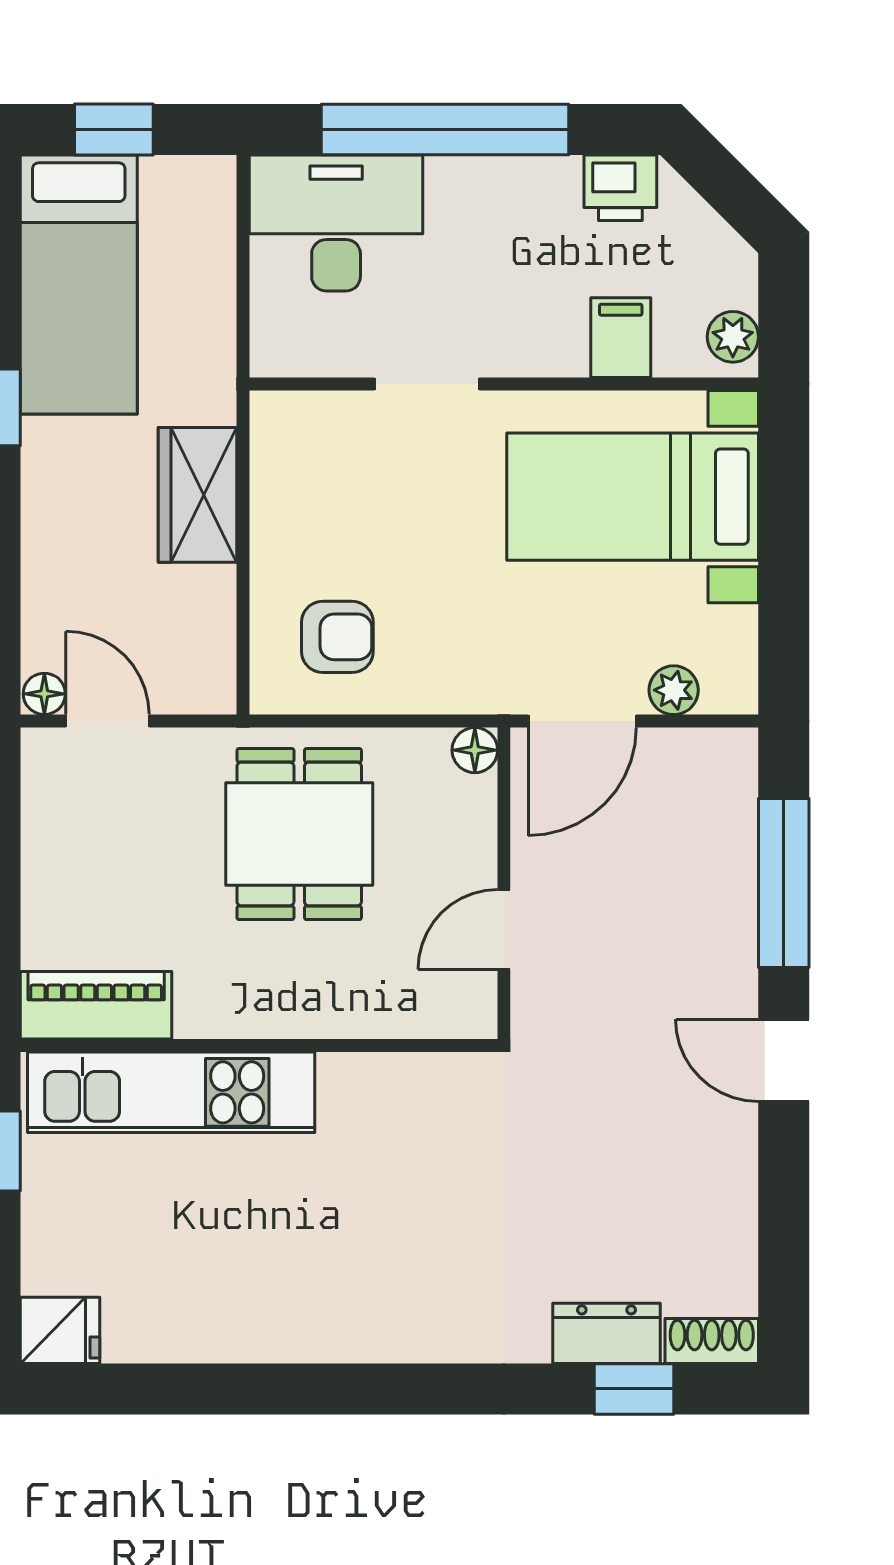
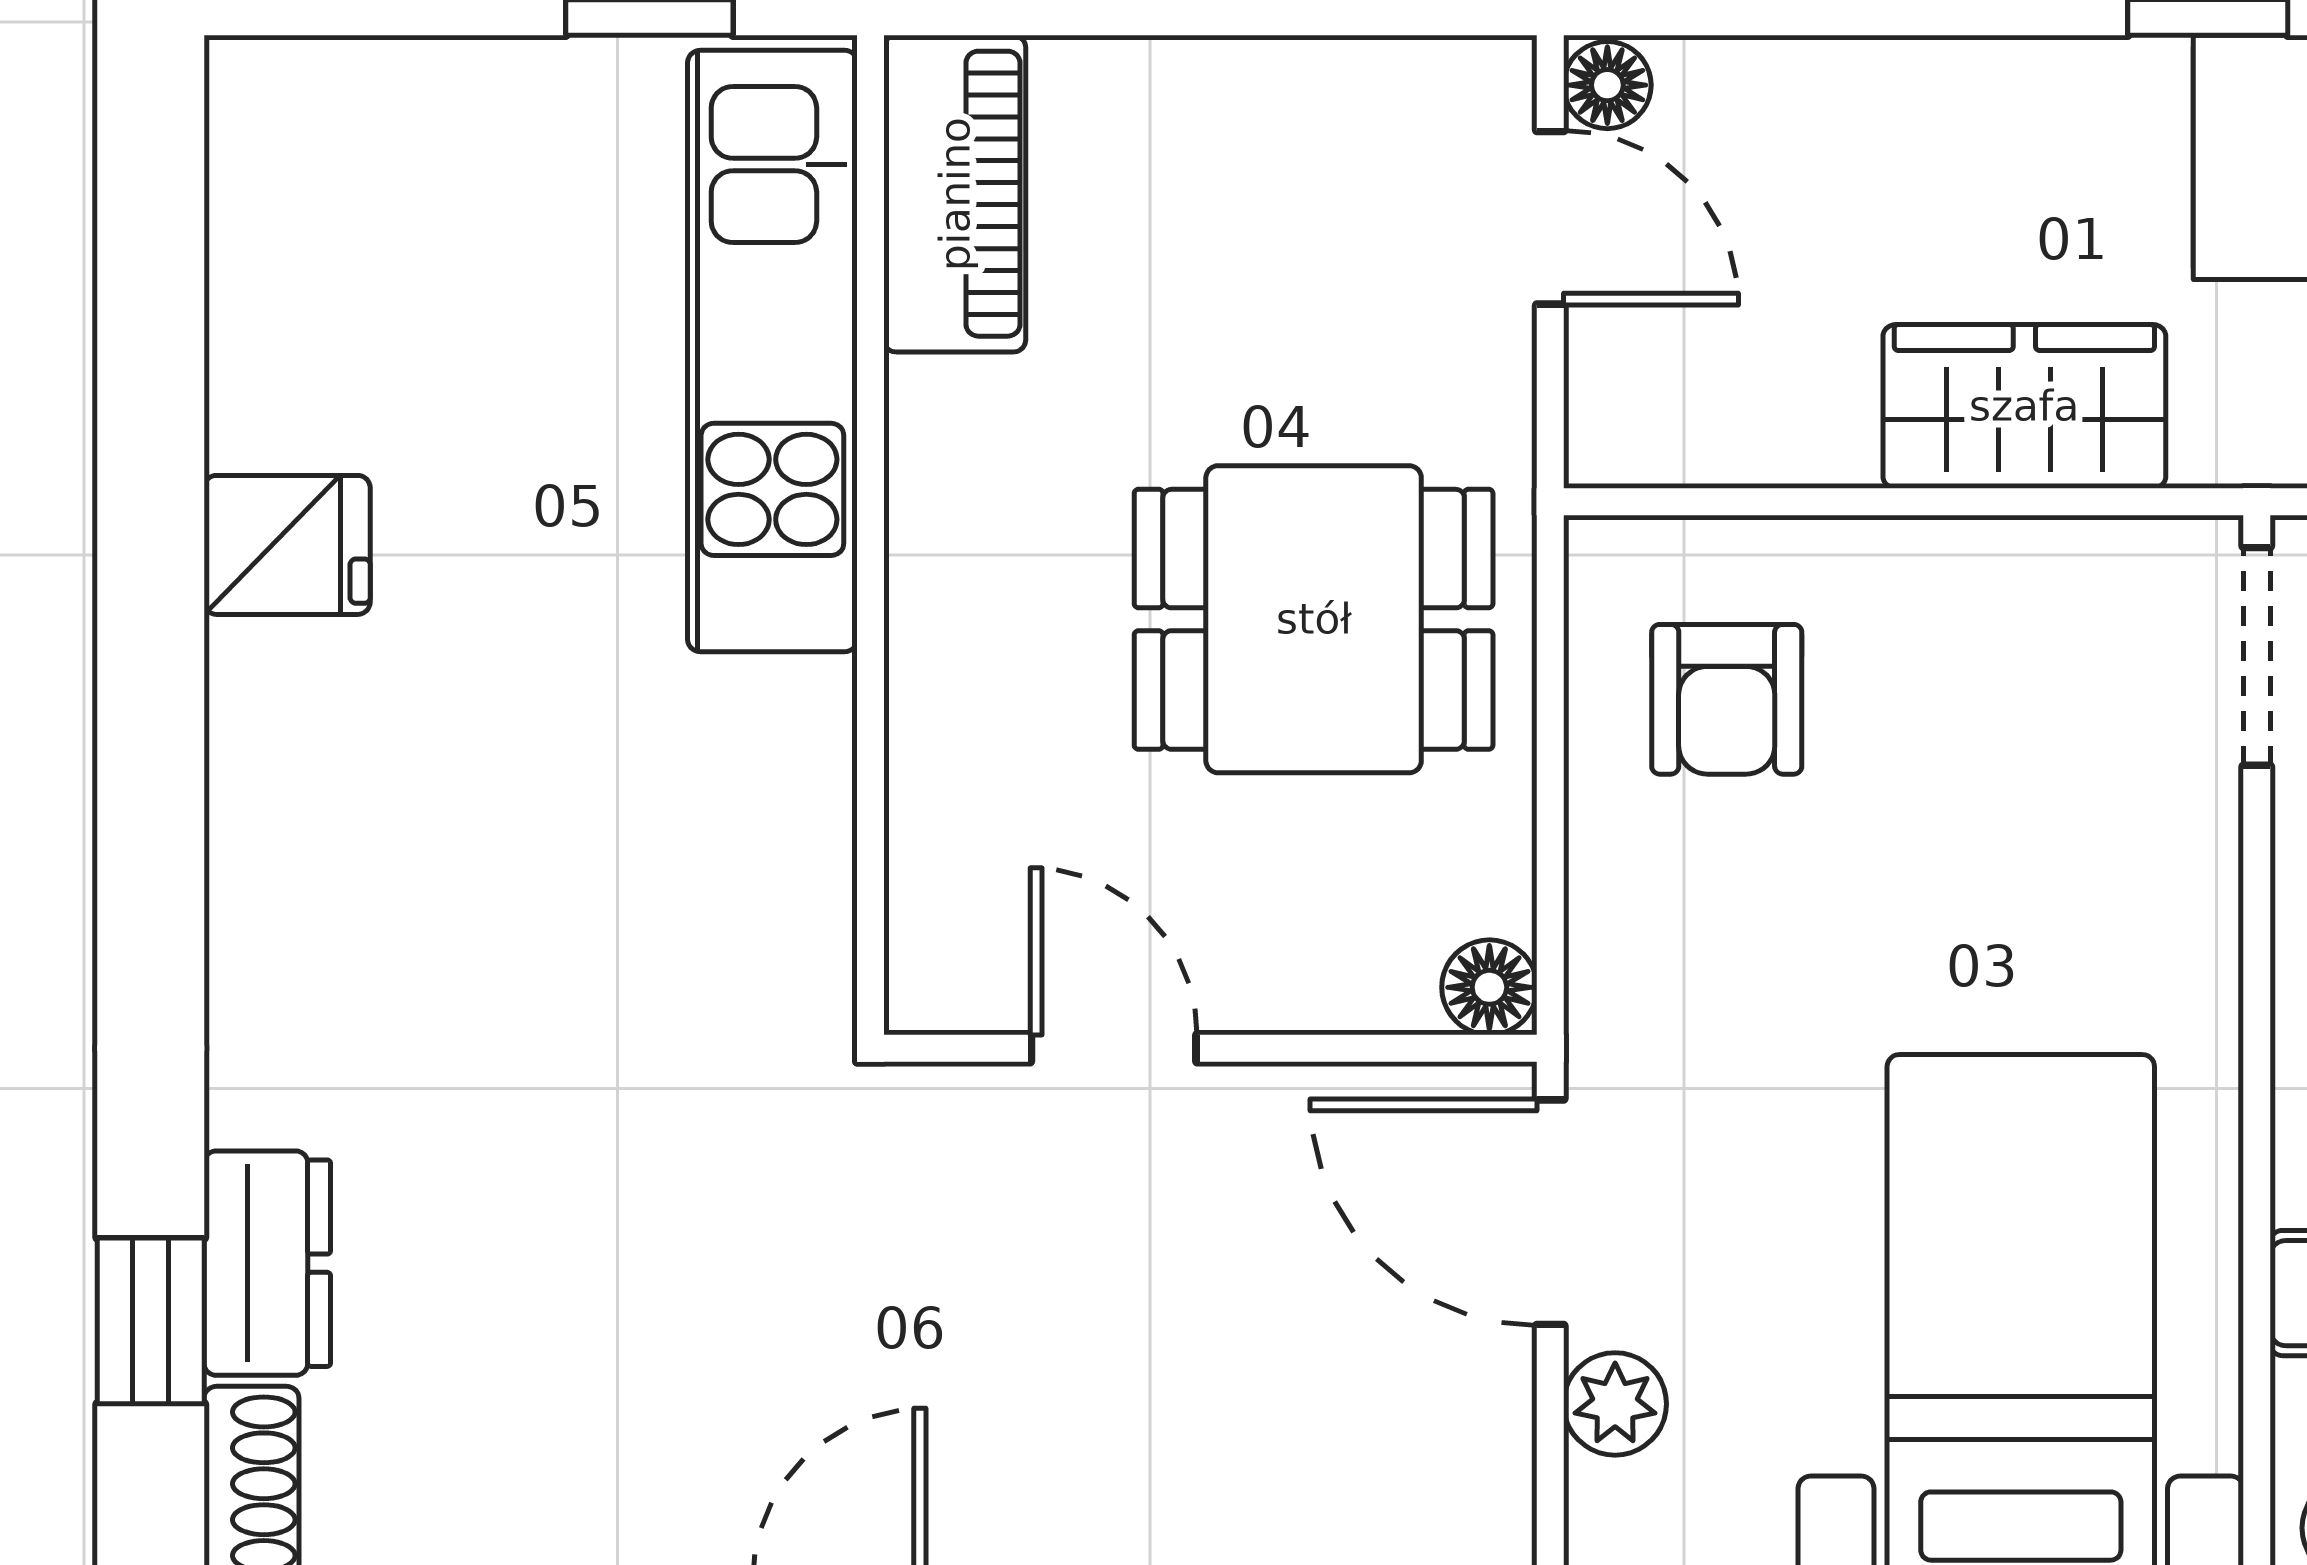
doorway: (427, 384) -> (2257, 656), moved
door: (108, 721) -> (1550, 218), hinge flipped
fridge: (60, 1330) -> (287, 545), moved, turned -90

